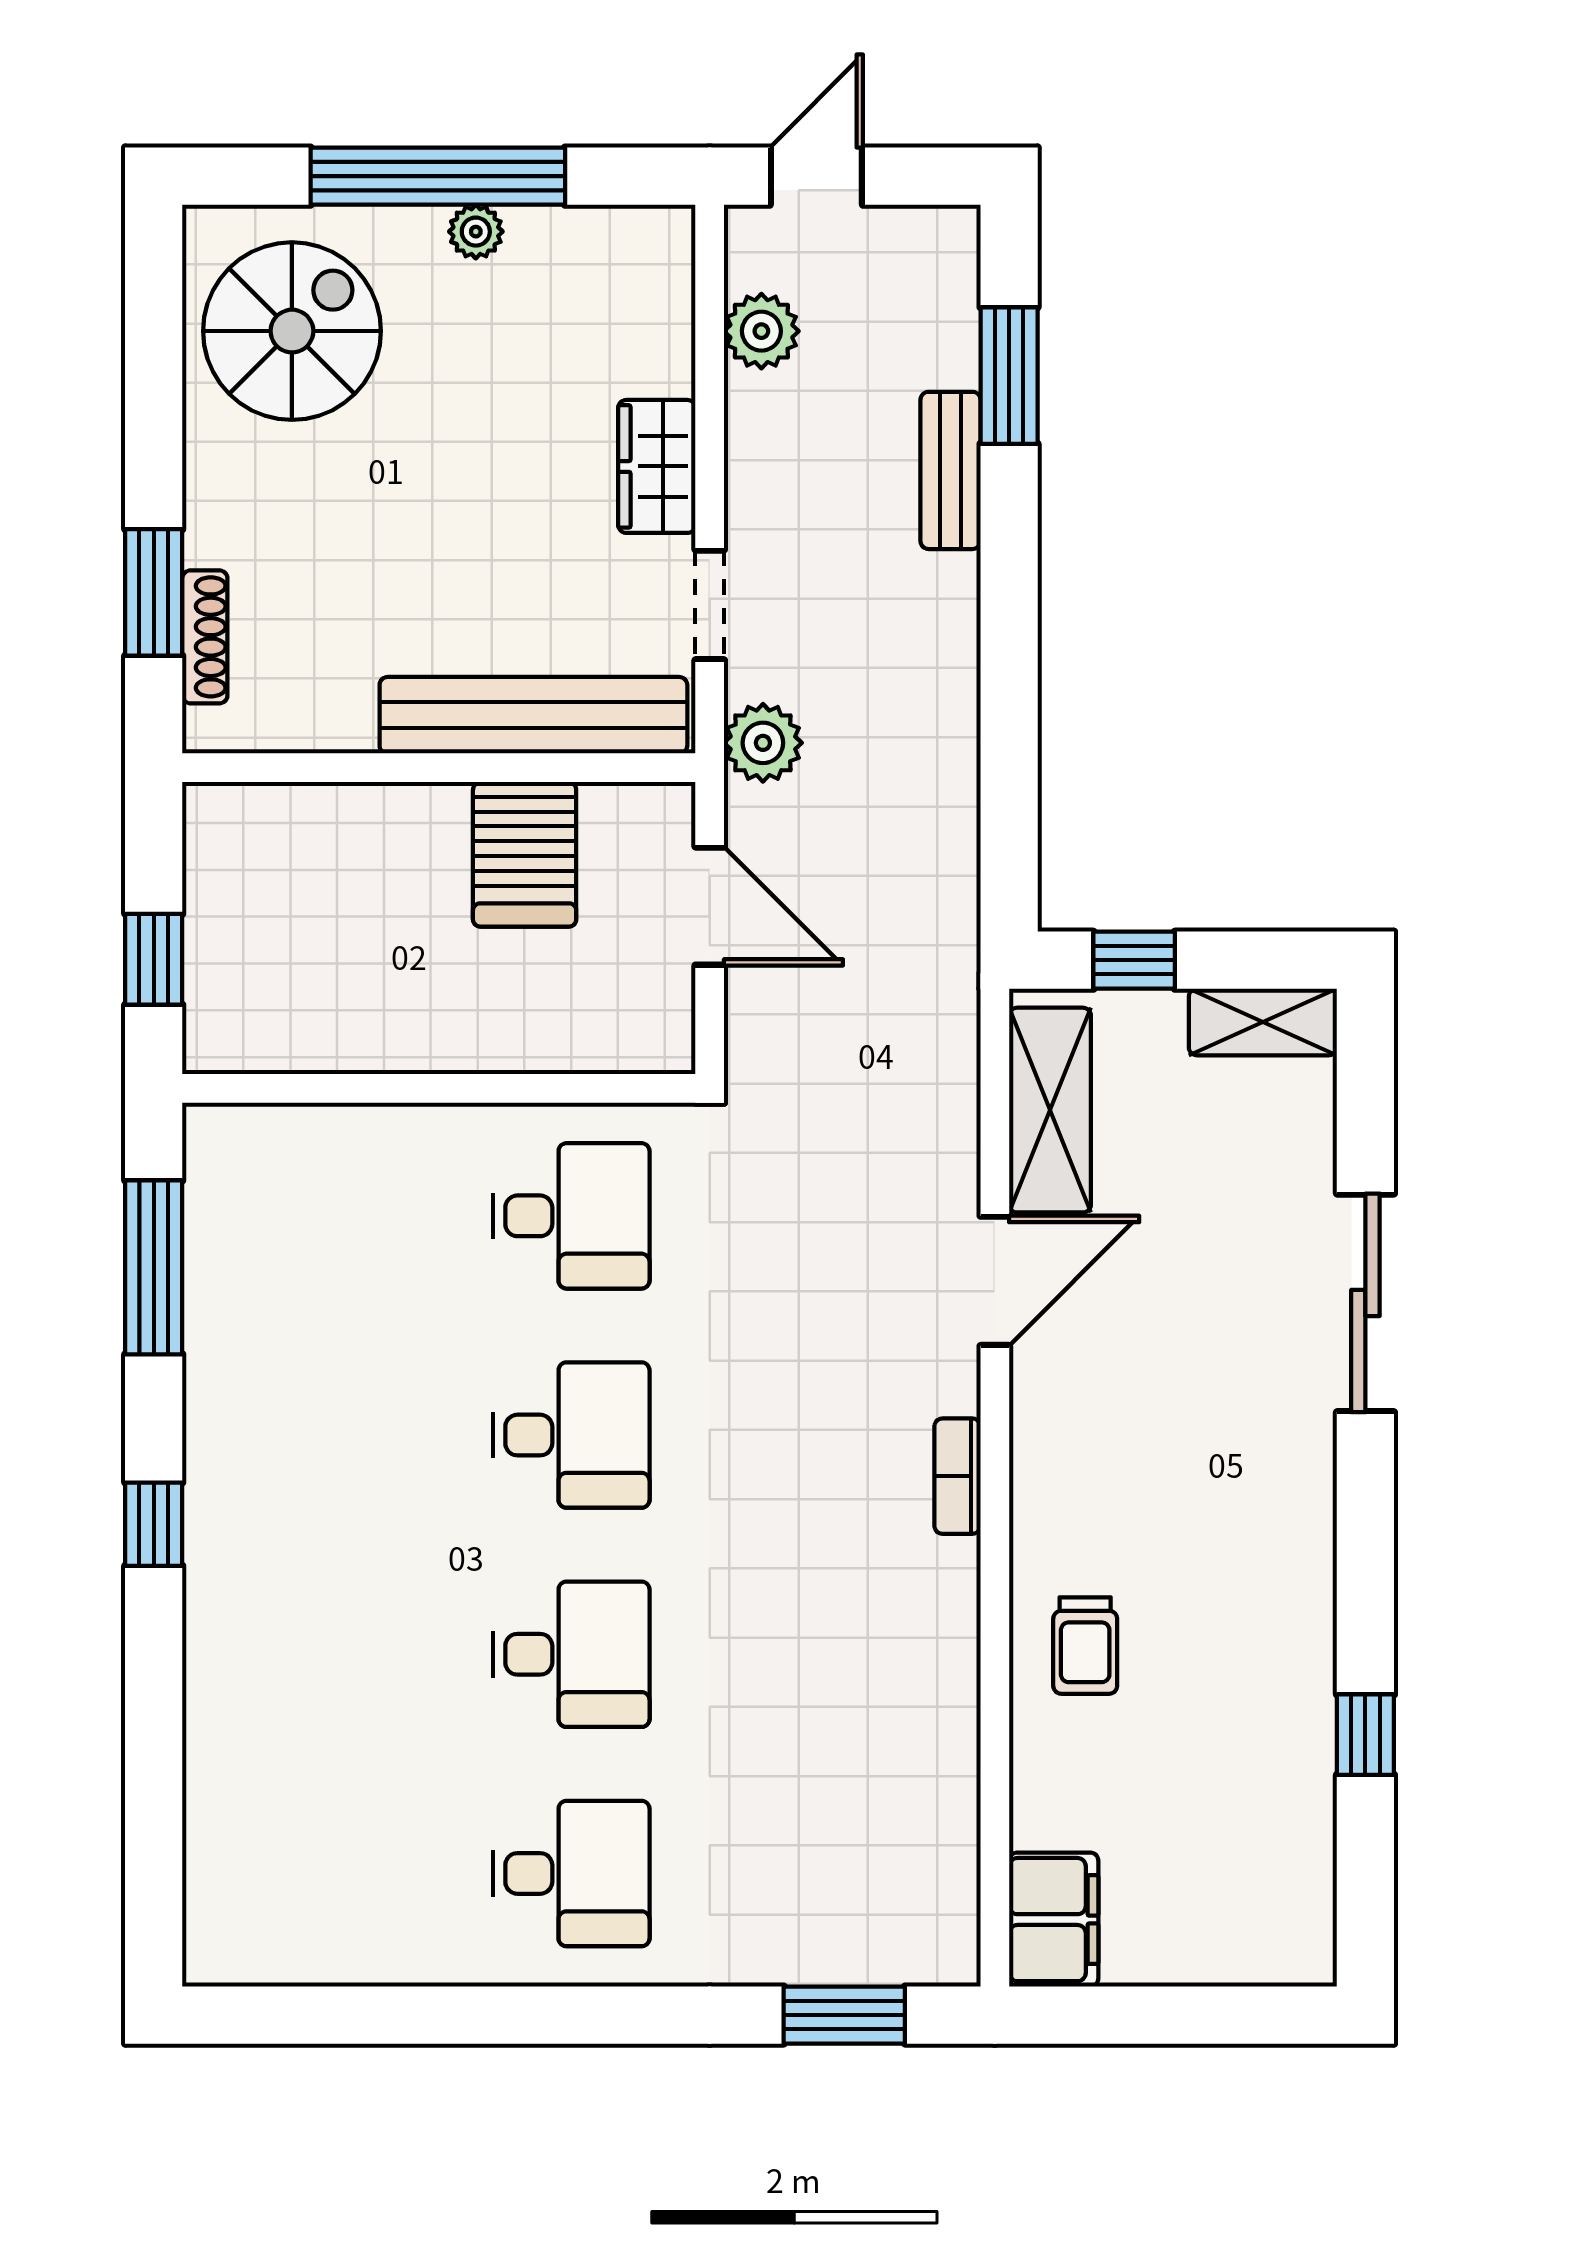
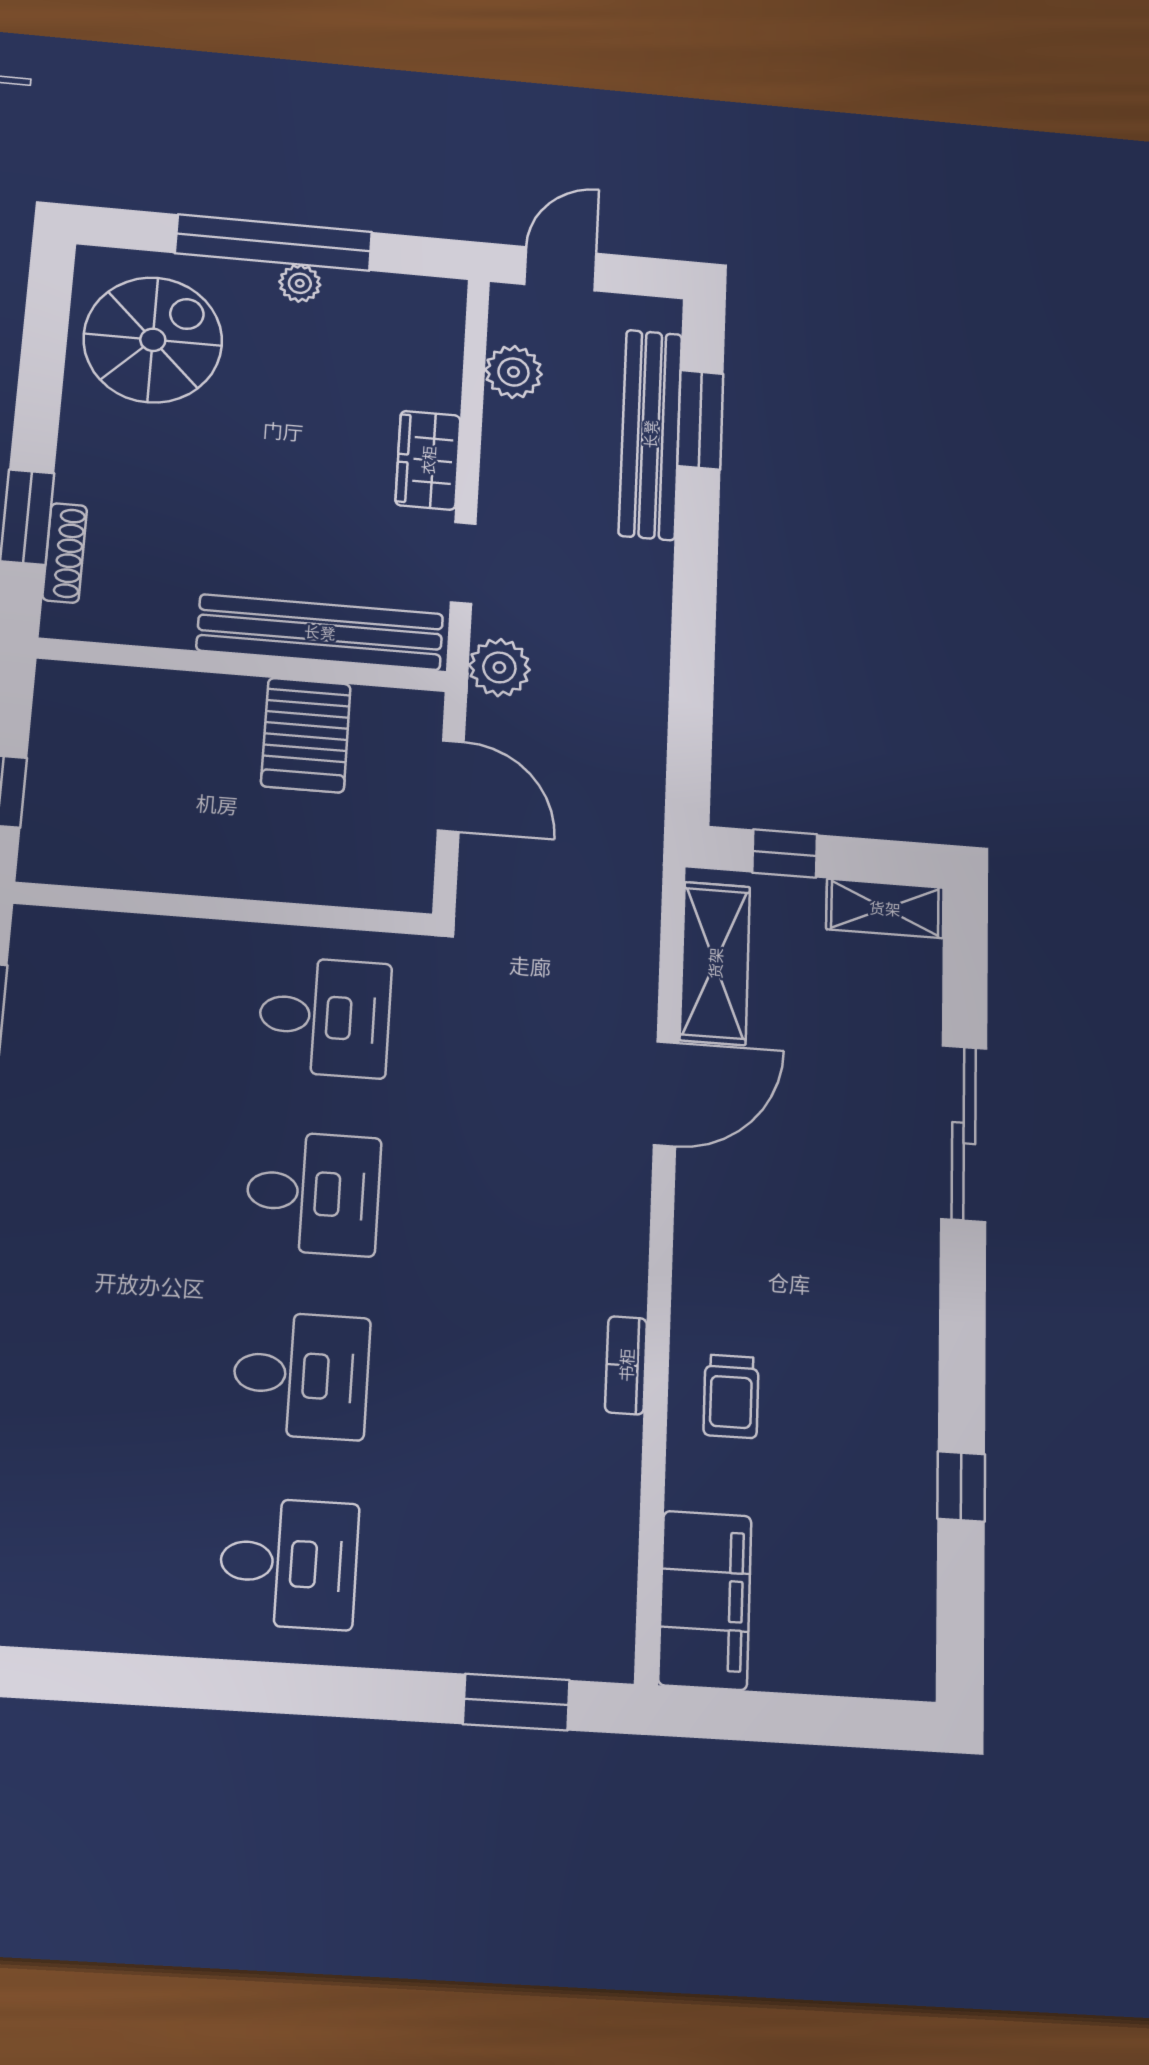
bench: (951, 470) -> (650, 434), width x1.86, depth x1.21
bookcase: (957, 1476) -> (626, 1365), moved
filing cabinet: (1054, 1920) -> (705, 1600), width x1.50, depth x1.17

